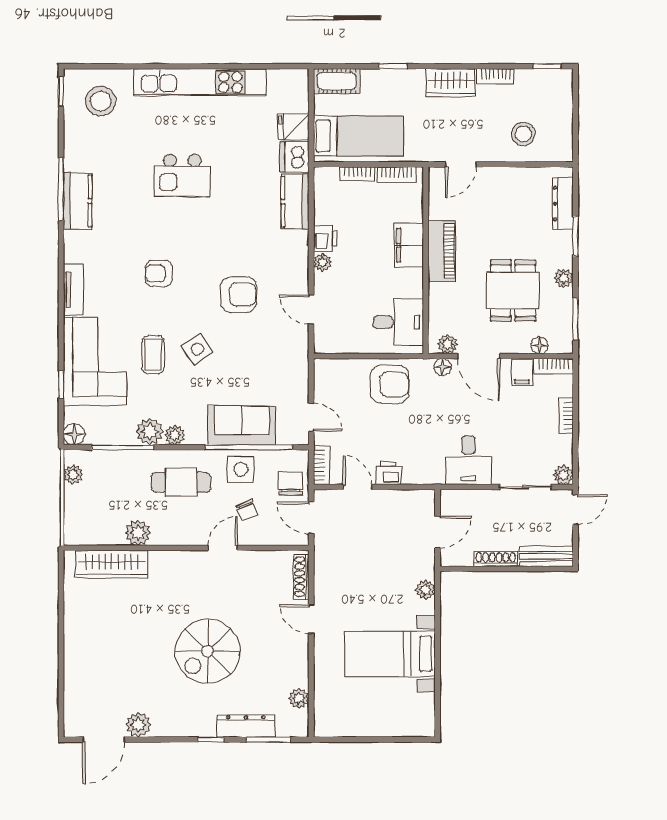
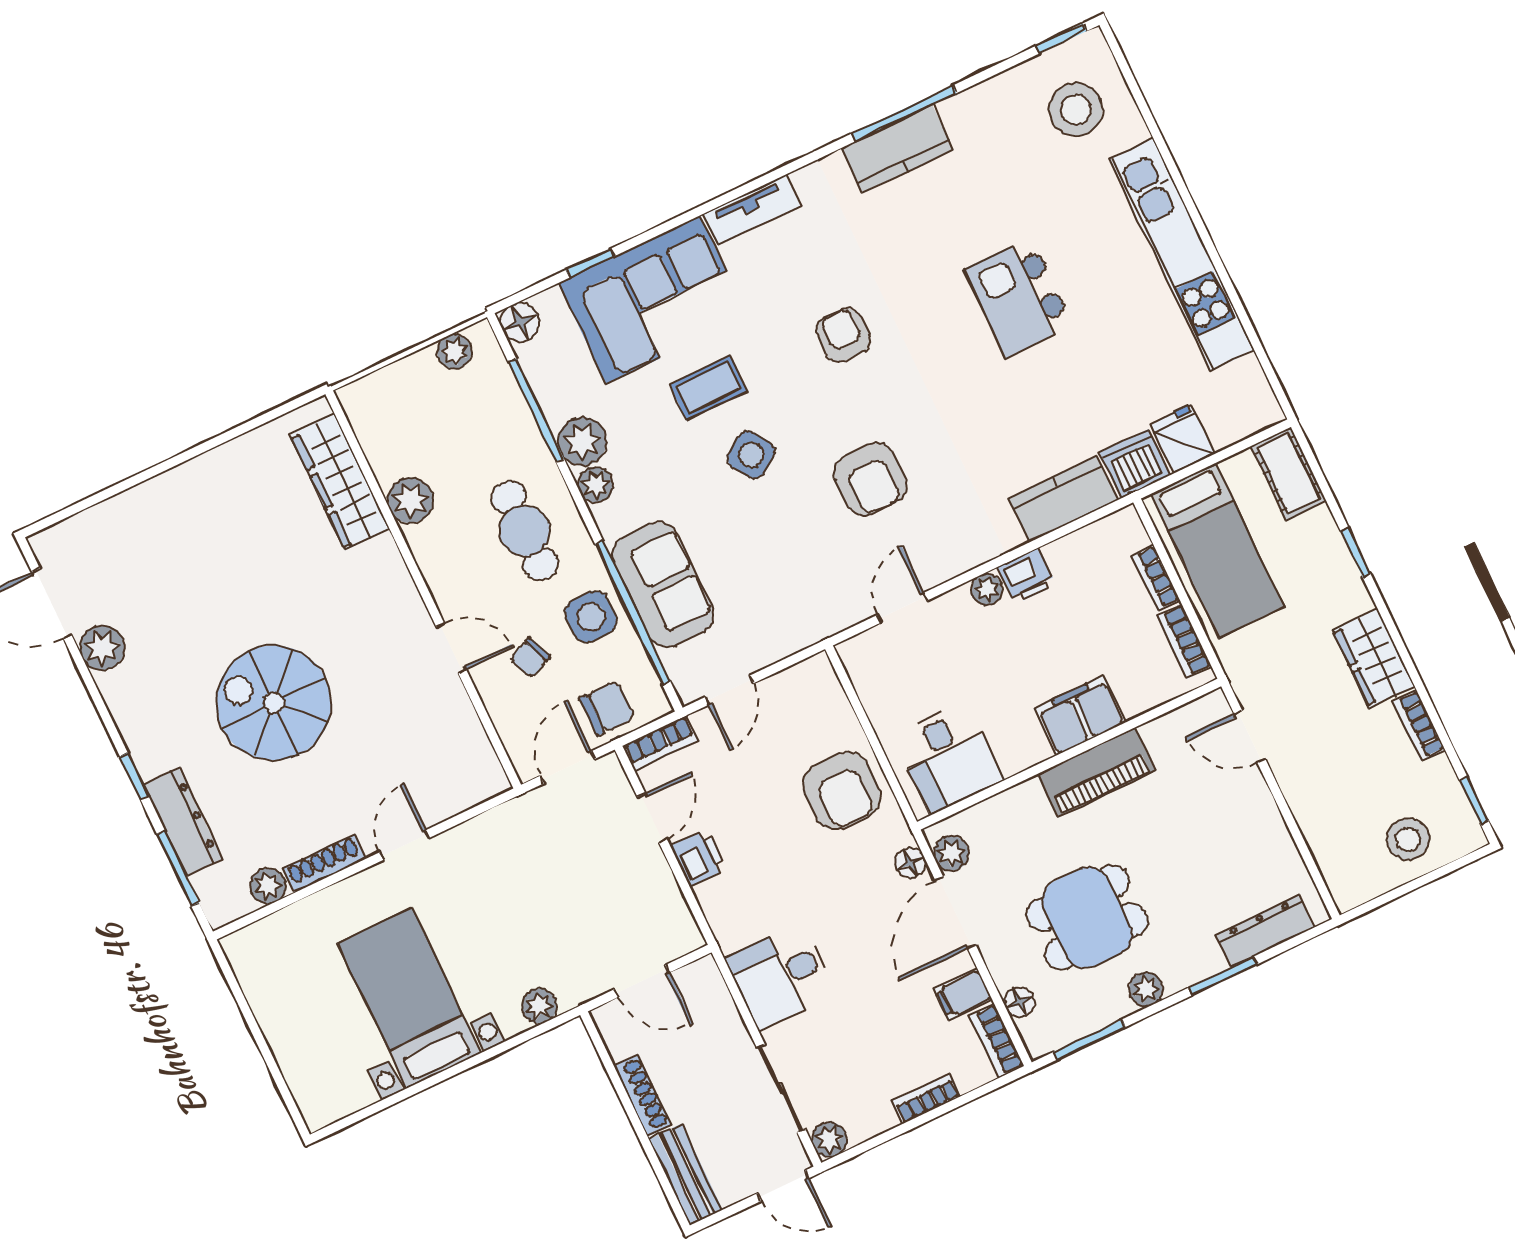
stool: (523, 134) -> (1408, 839), moved
shoe rack: (301, 577) -> (325, 864), moved

